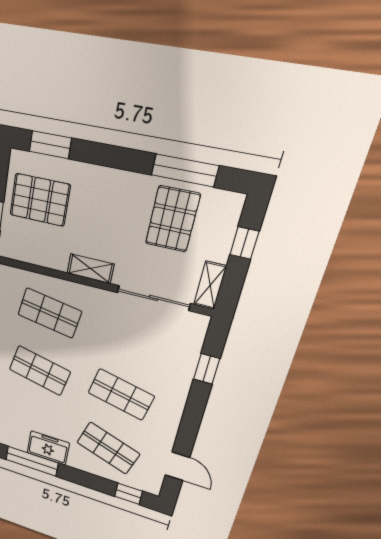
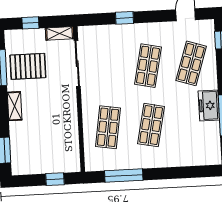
pallet: (40, 200) -> (38, 150), removed
shelving: (90, 269) -> (15, 106), moved
window: (207, 369) -> (125, 18), moved

